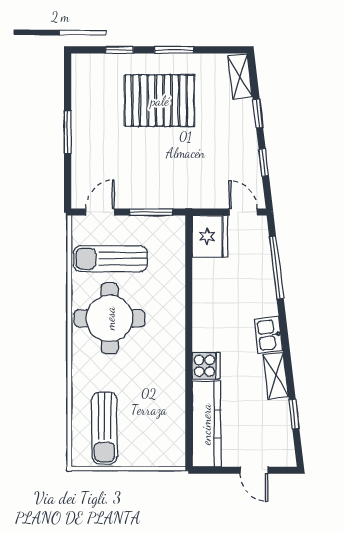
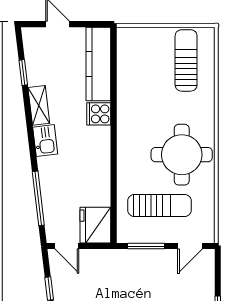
sun lounger: (110, 259) -> (159, 206), moved

